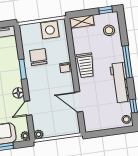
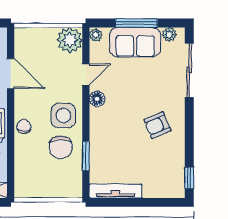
side table: (50, 30) -> (63, 115), moved
window: (23, 69) -> (86, 156), moved
plant: (39, 134) -> (70, 40), width x1.88, depth x1.88

